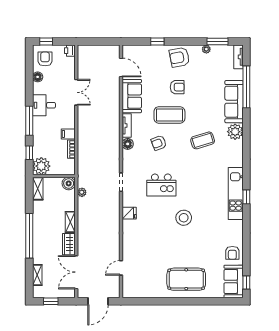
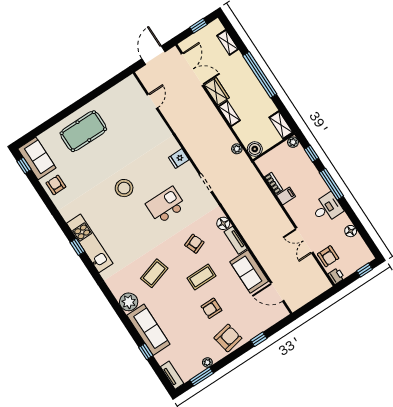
armchair: (45, 59) -> (328, 256), moved
window: (246, 87) -> (146, 352), width x0.32
coffee table: (169, 115) -> (202, 277), width x0.73, depth x0.76
plant: (41, 166) -> (293, 142), width x0.53, depth x0.53

